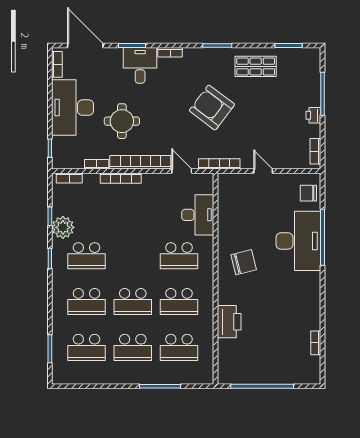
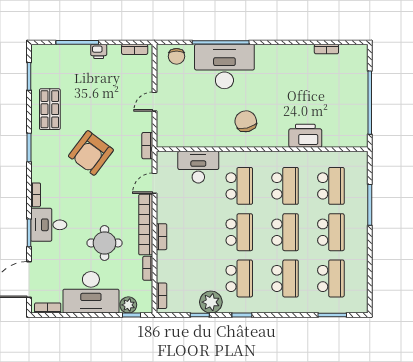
plant: (60, 145) -> (128, 305), added
bookcase: (219, 164) -> (147, 146), width x0.64
bookcase: (121, 178) -> (162, 237), width x0.64
school desk: (133, 256) -> (239, 232), added

